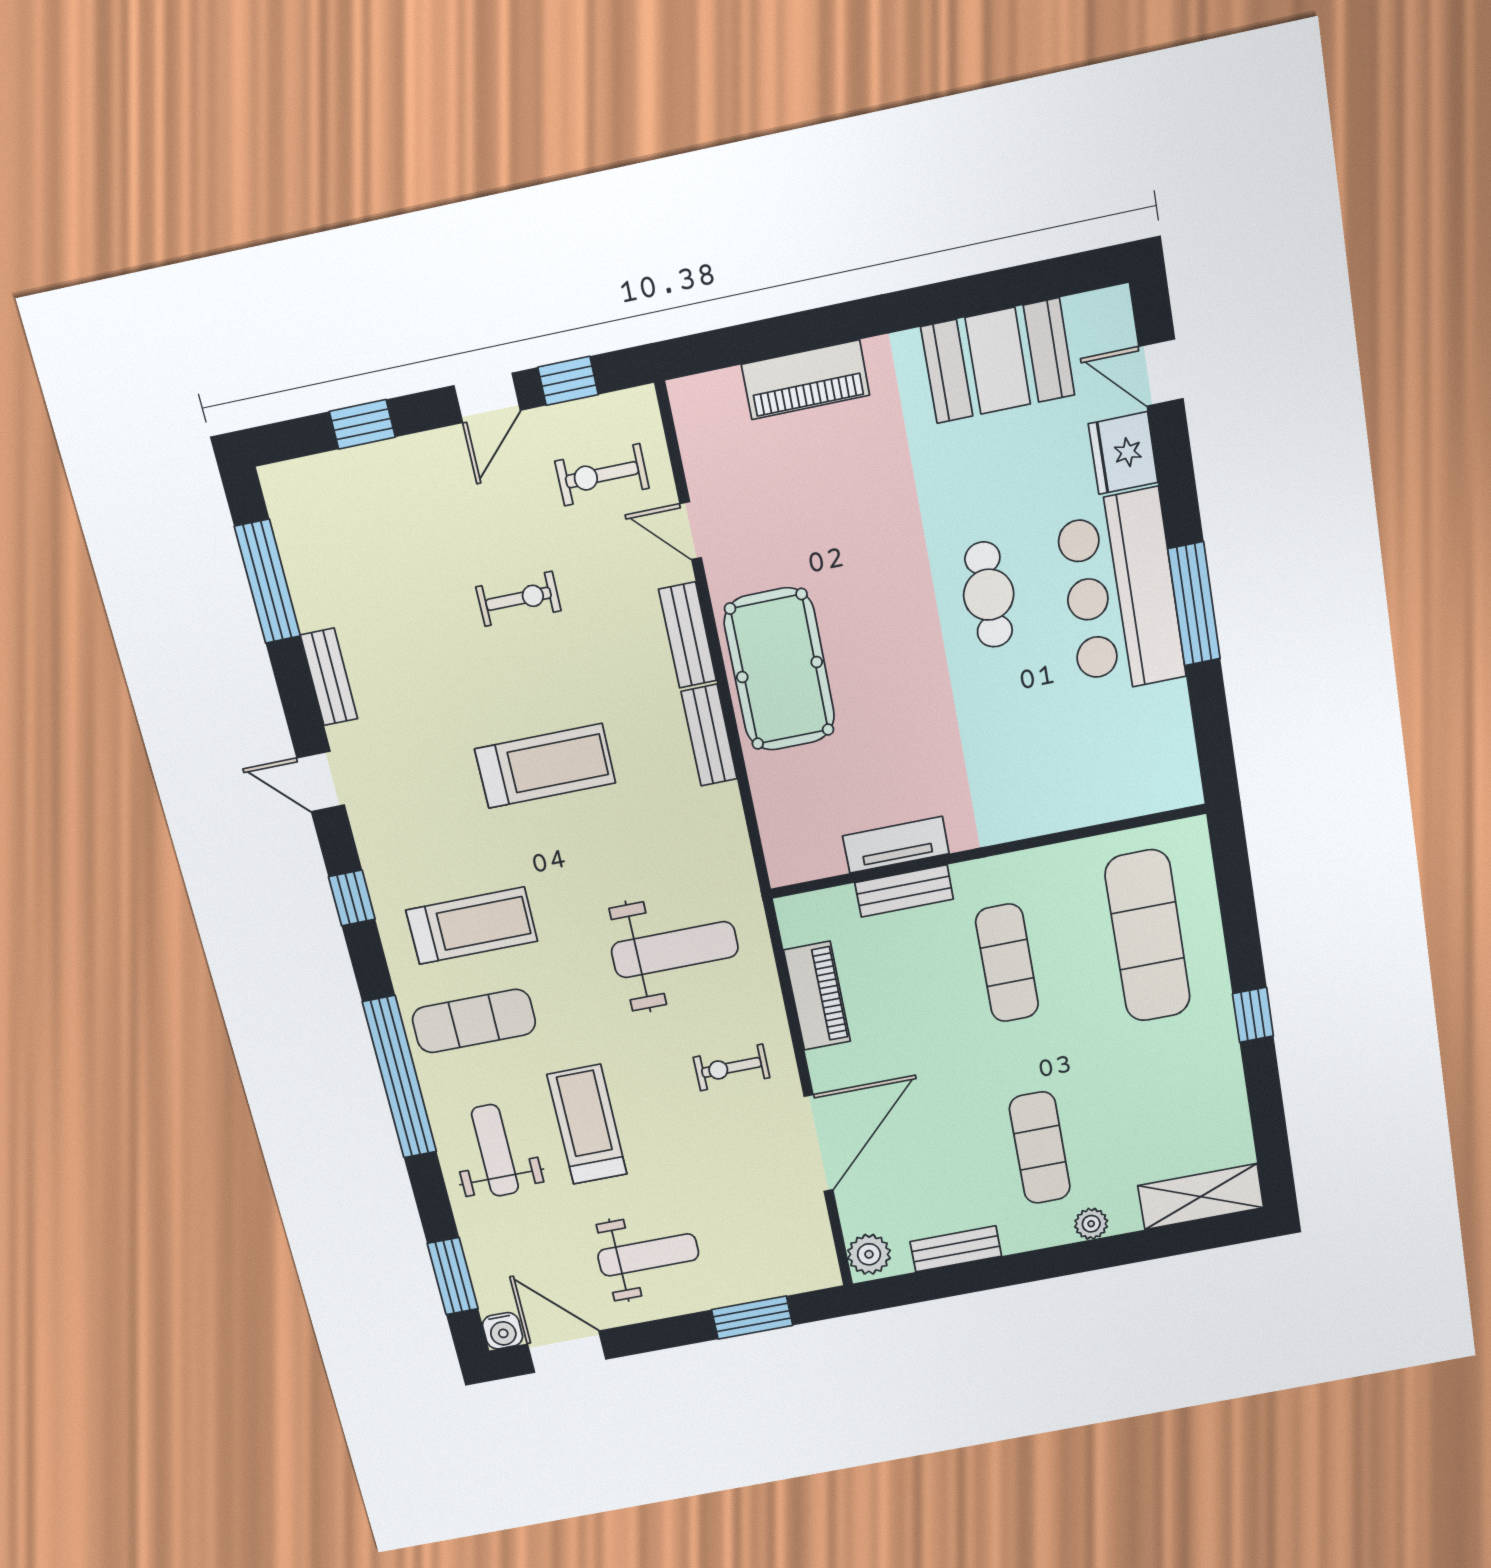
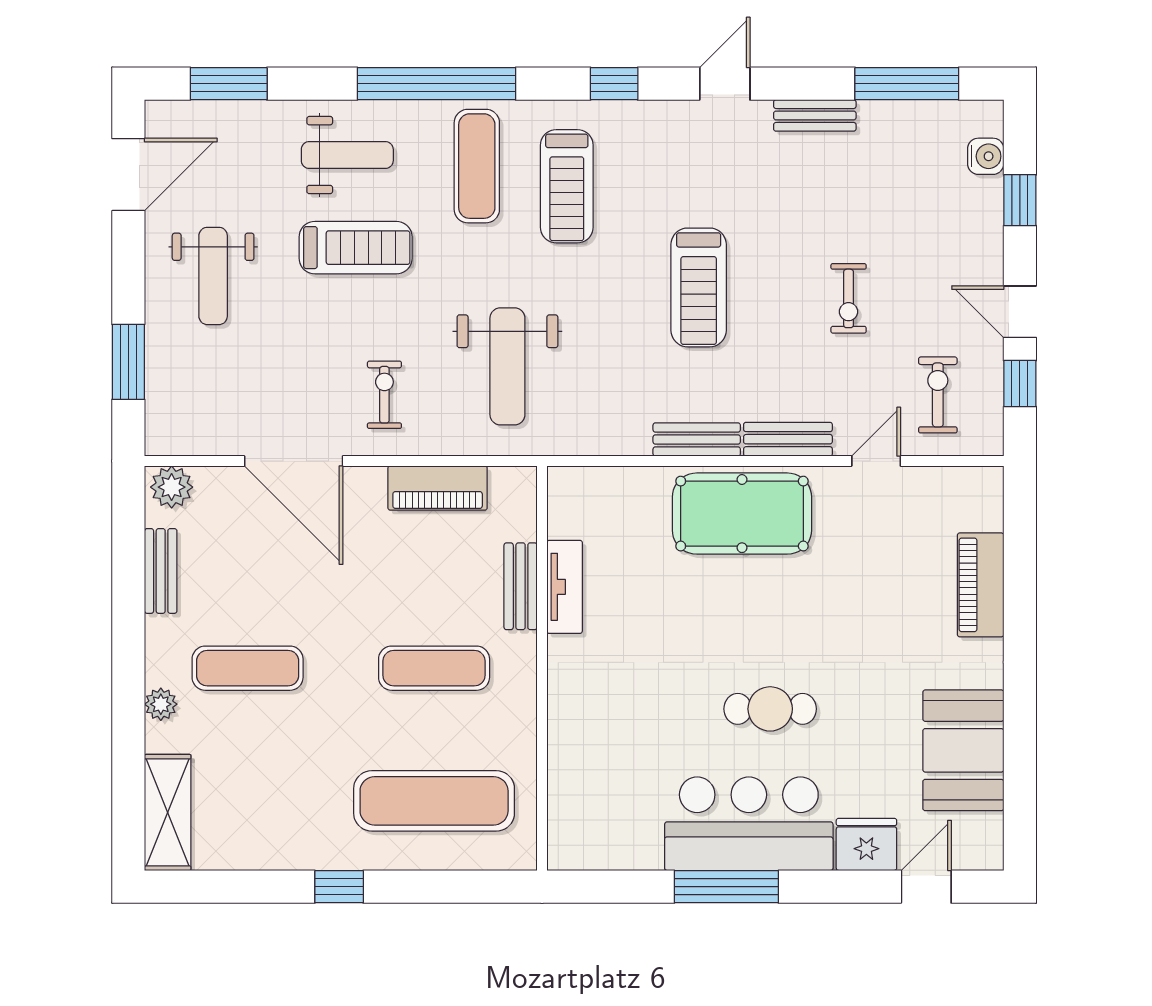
water cooler: (503, 1331) -> (986, 156), moved, turned 180

